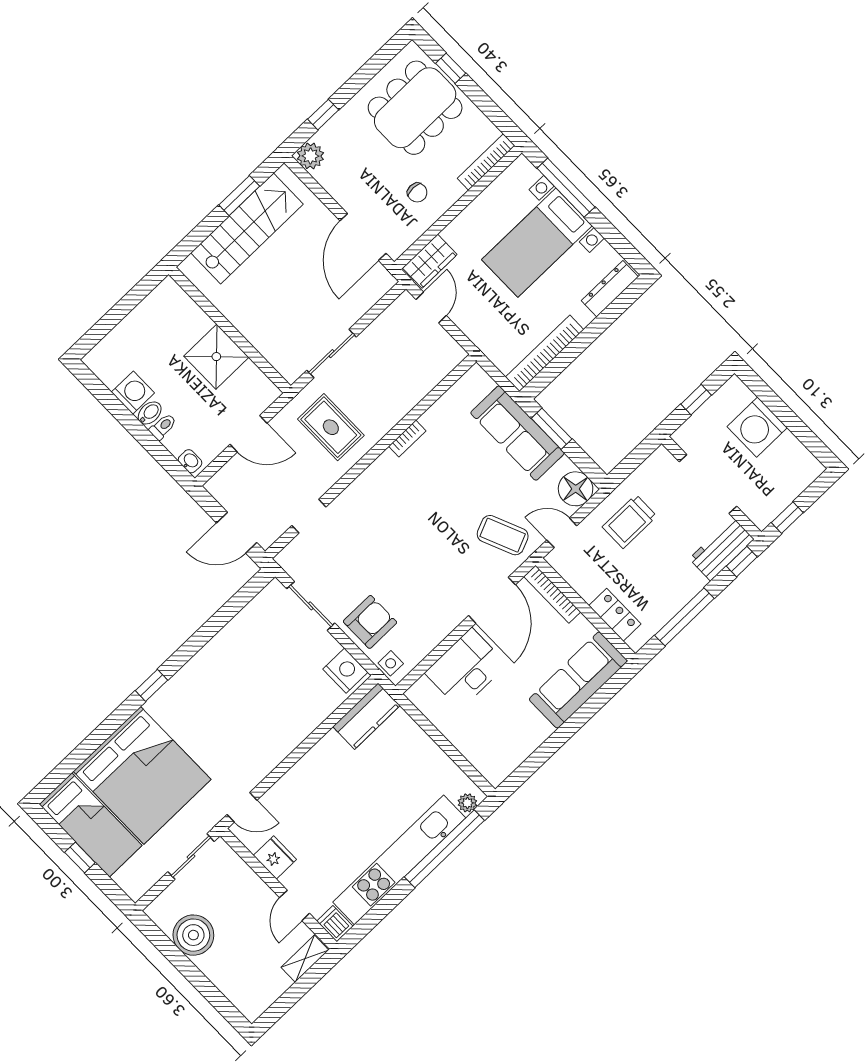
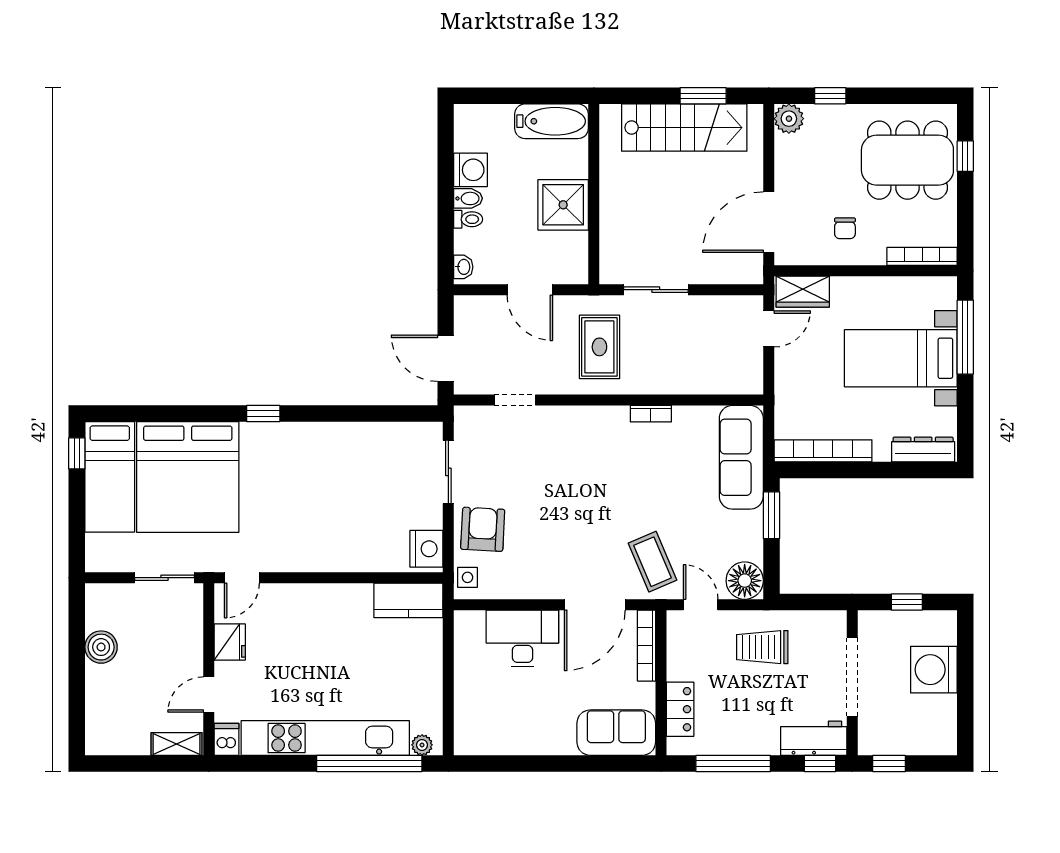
bathtub: (155, 309) -> (552, 121), added
sofa: (517, 433) -> (741, 457), moved
armchair: (370, 622) -> (483, 529), turned -87
sofa: (578, 680) -> (616, 733), width x0.73
door: (242, 807) -> (242, 578), hinge flipped
window: (80, 857) -> (77, 453), moved
boiler: (193, 935) -> (101, 647), width x0.73, depth x0.73

